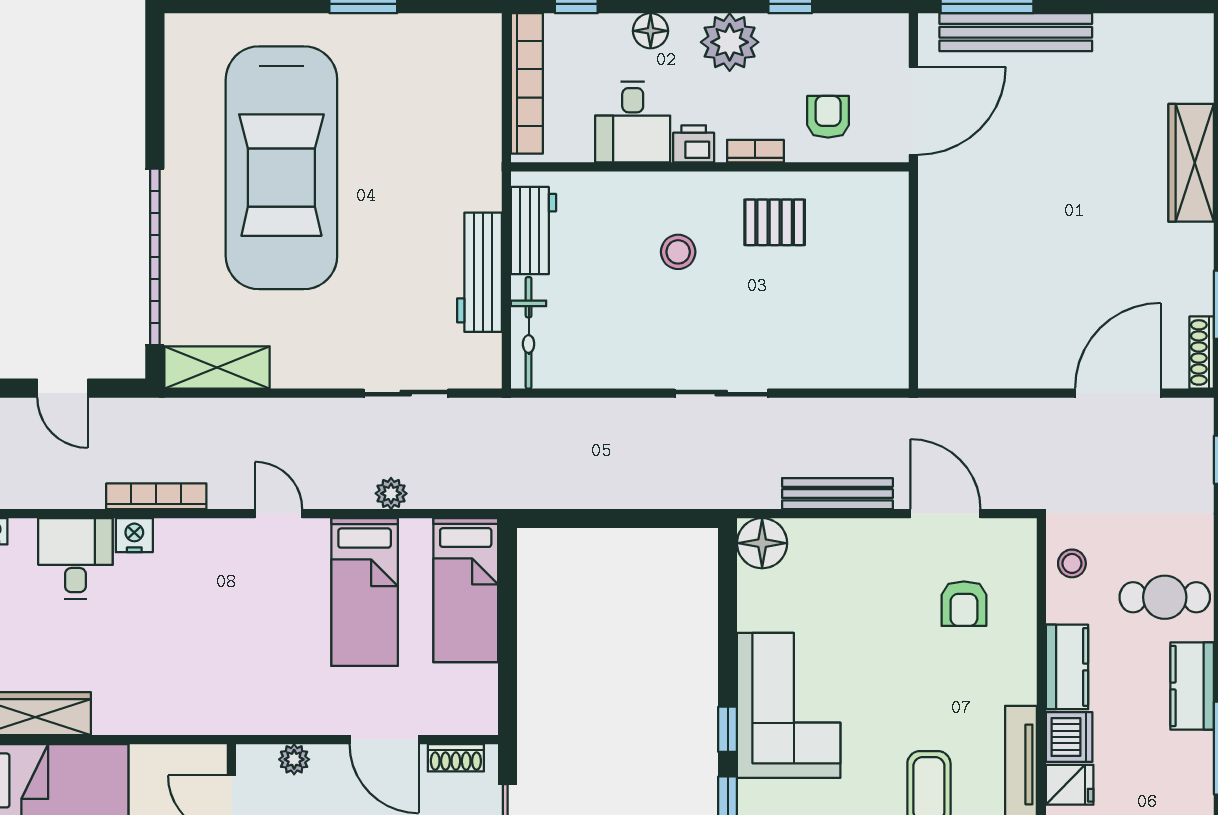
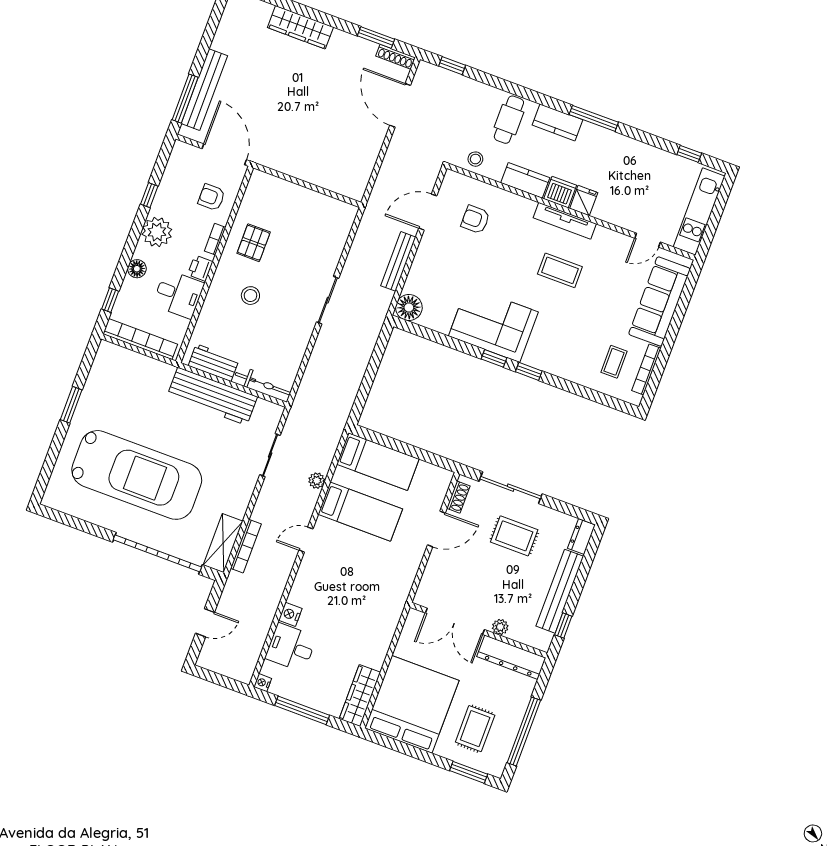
workbench: (479, 272) -> (212, 396), width x1.36, depth x1.32
bookcase: (156, 496) -> (246, 546), moved, turned 180
armchair: (964, 604) -> (475, 219), turned 180
plant: (294, 759) -> (430, 577), removed

